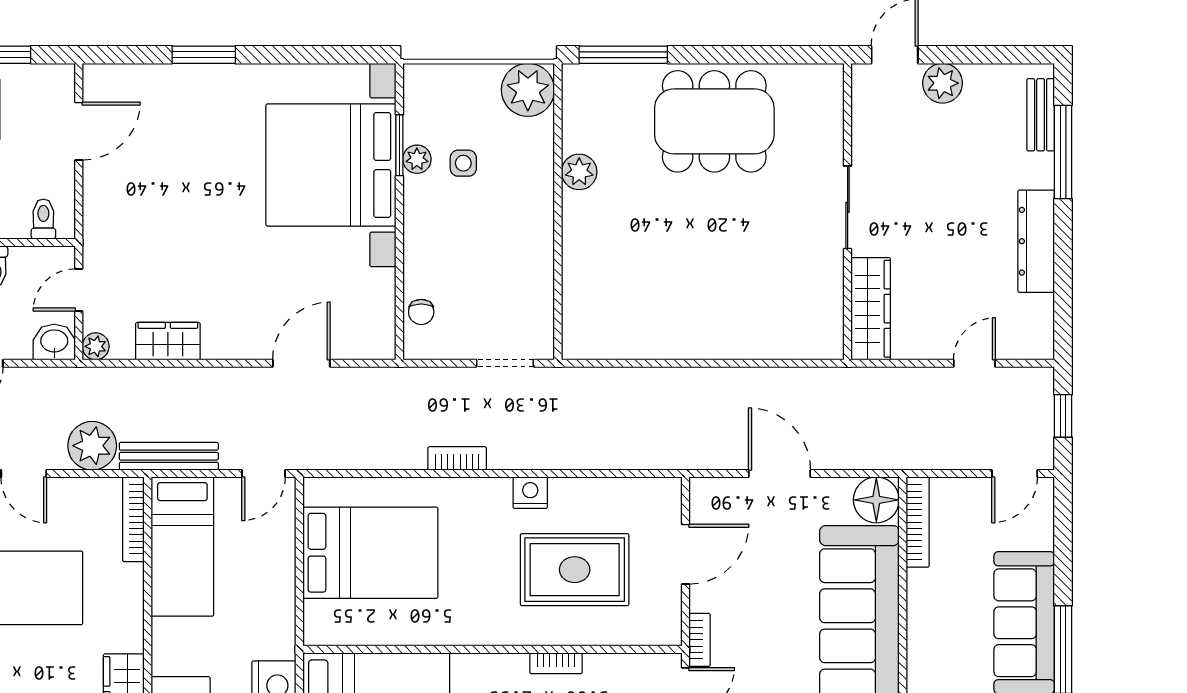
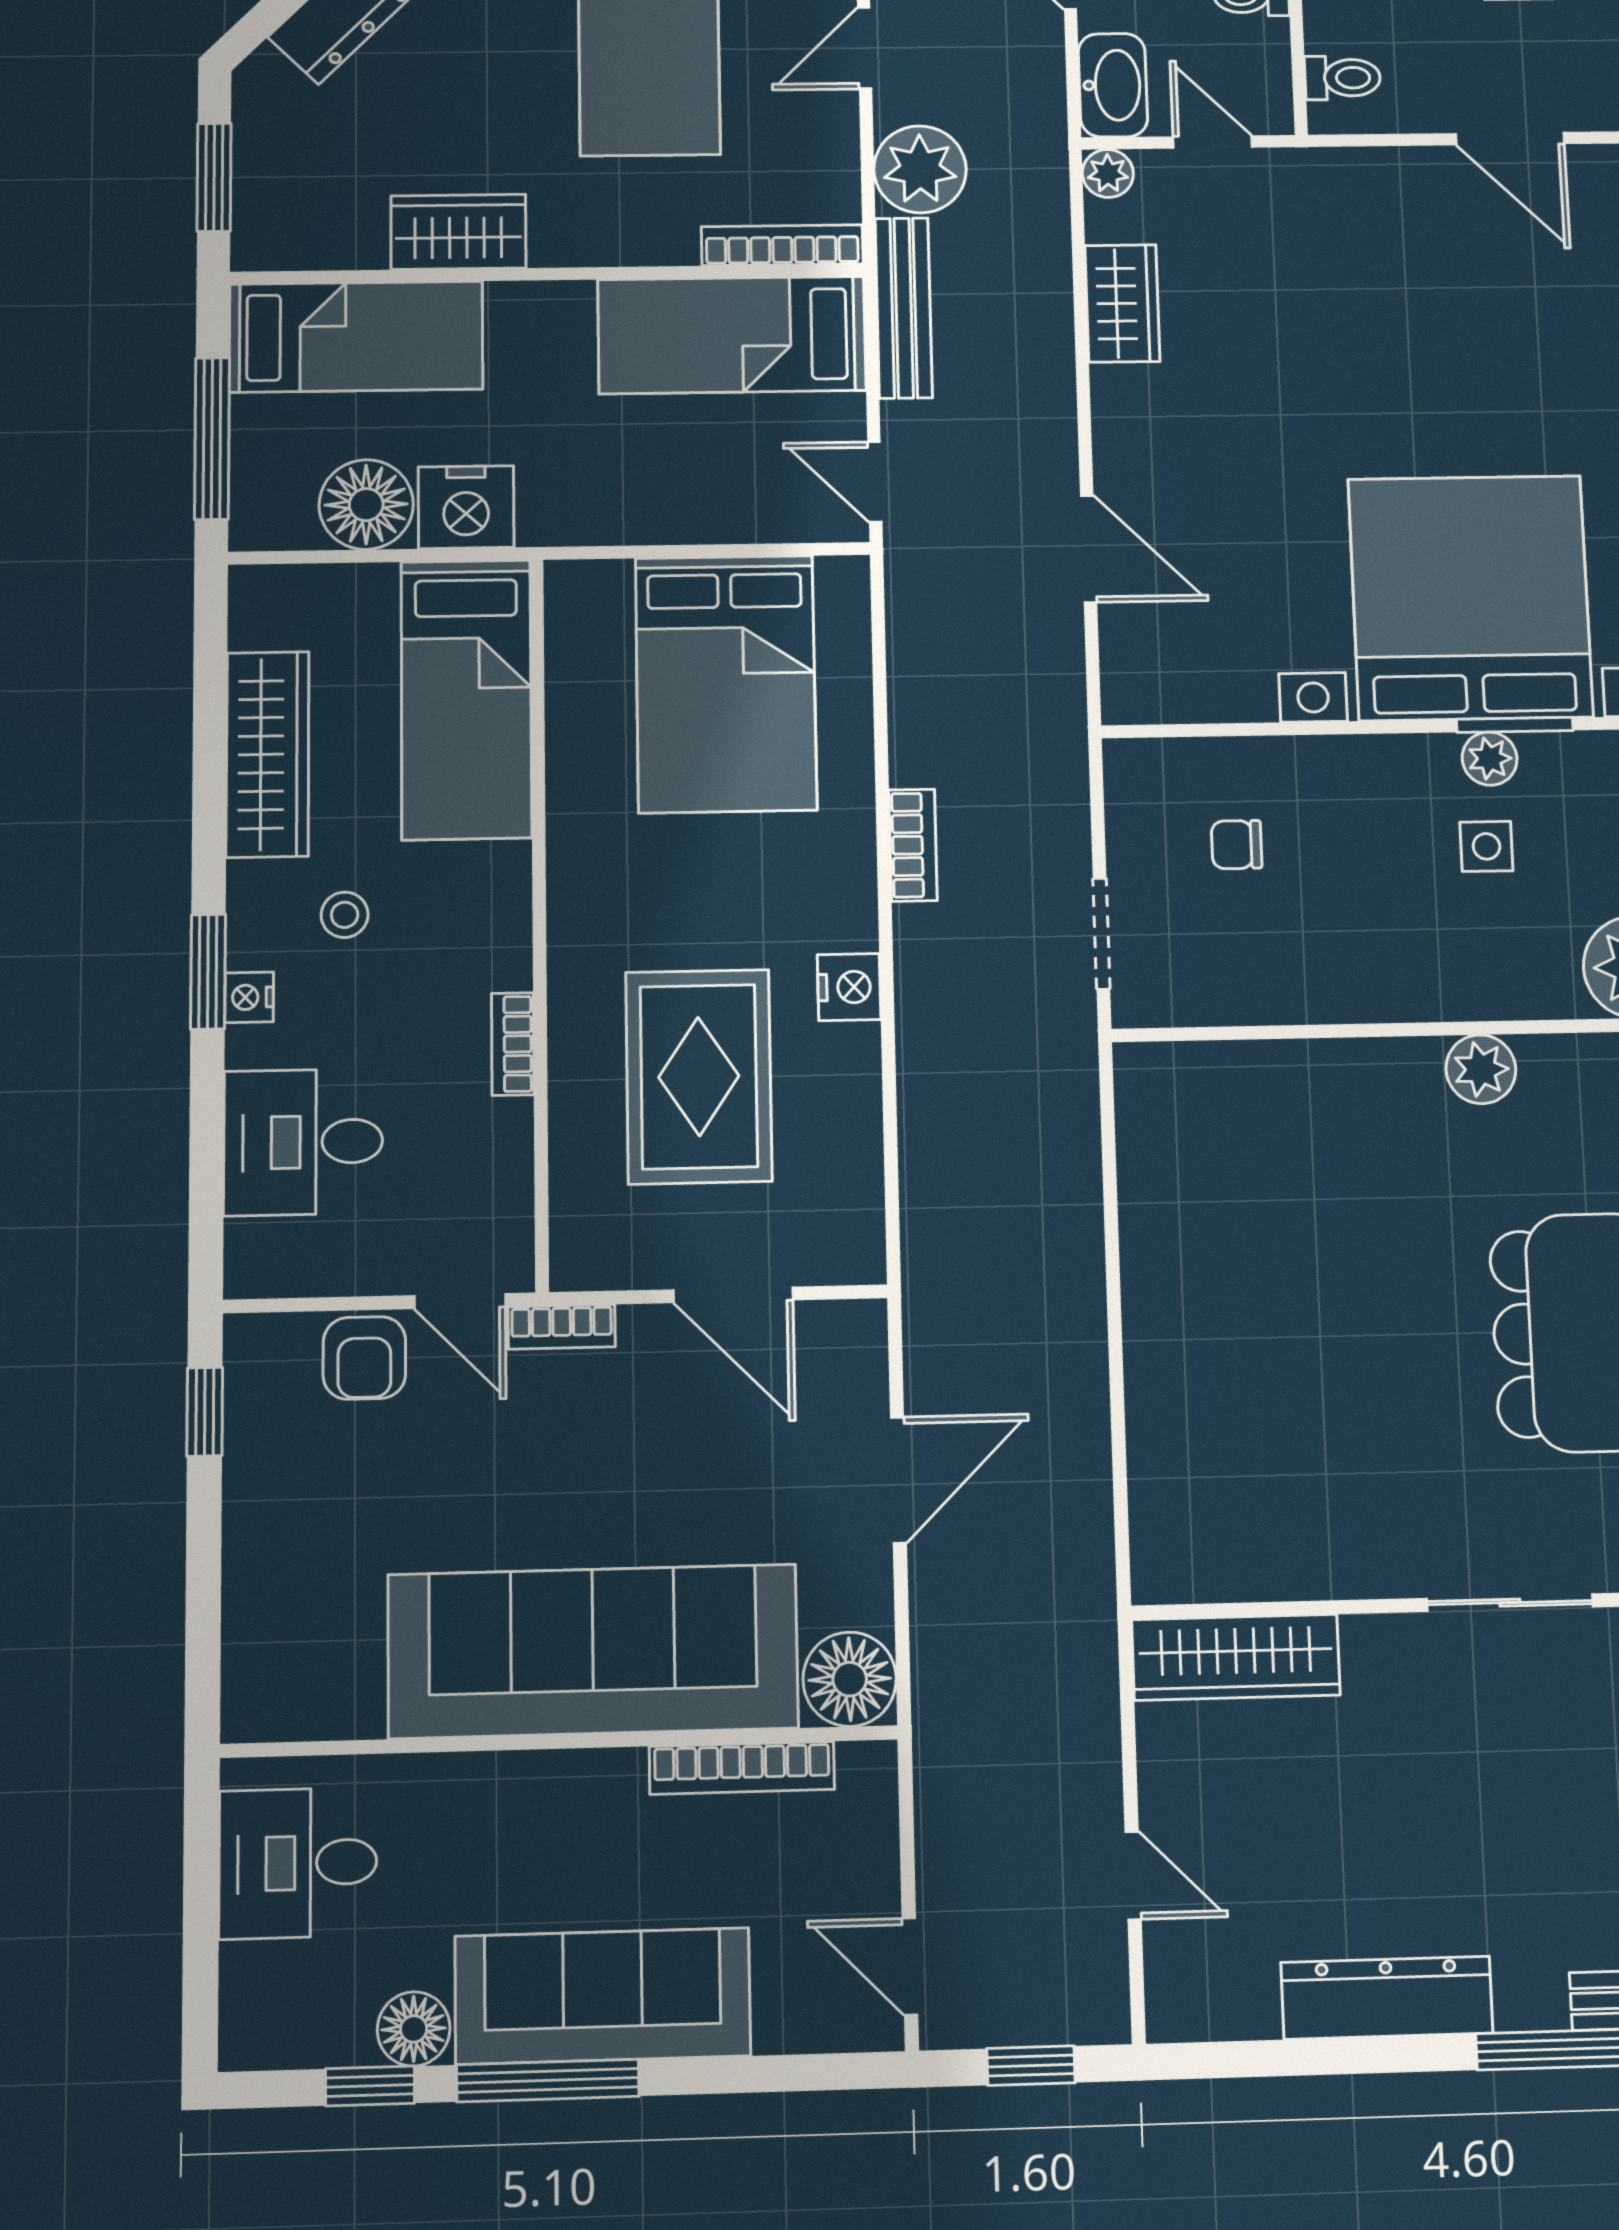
sliding door: (848, 207) -> (1510, 1603), moved
chair: (421, 312) -> (1237, 845), moved
washbasin: (54, 342) -> (1113, 85), width x1.38
bookcase: (918, 522) -> (742, 1768), moved

